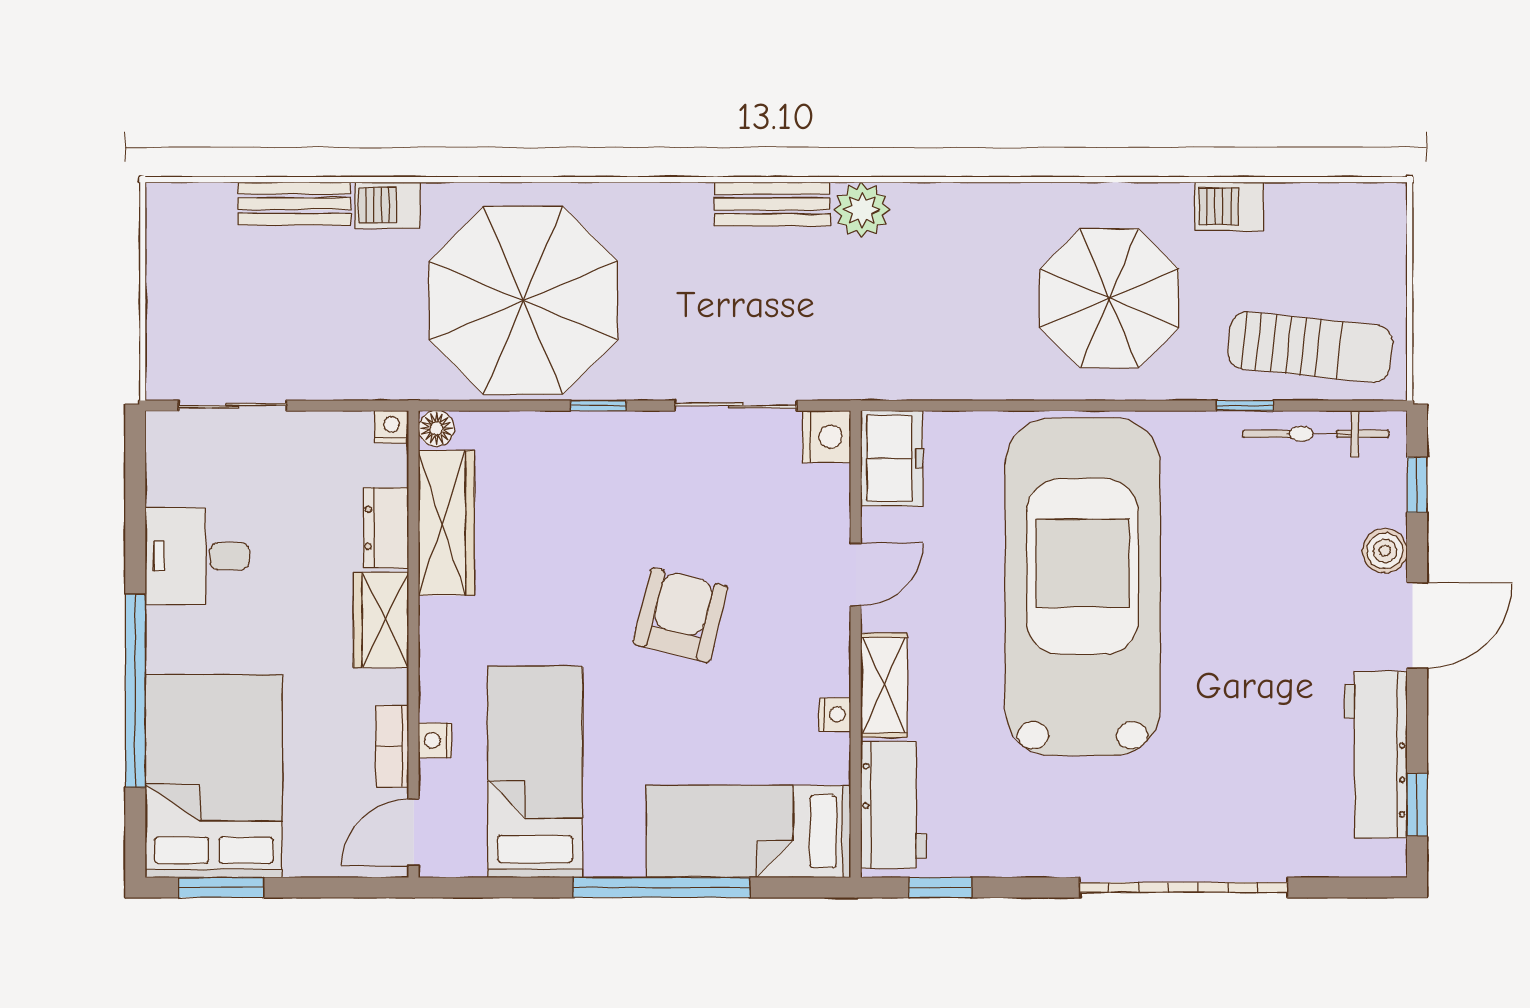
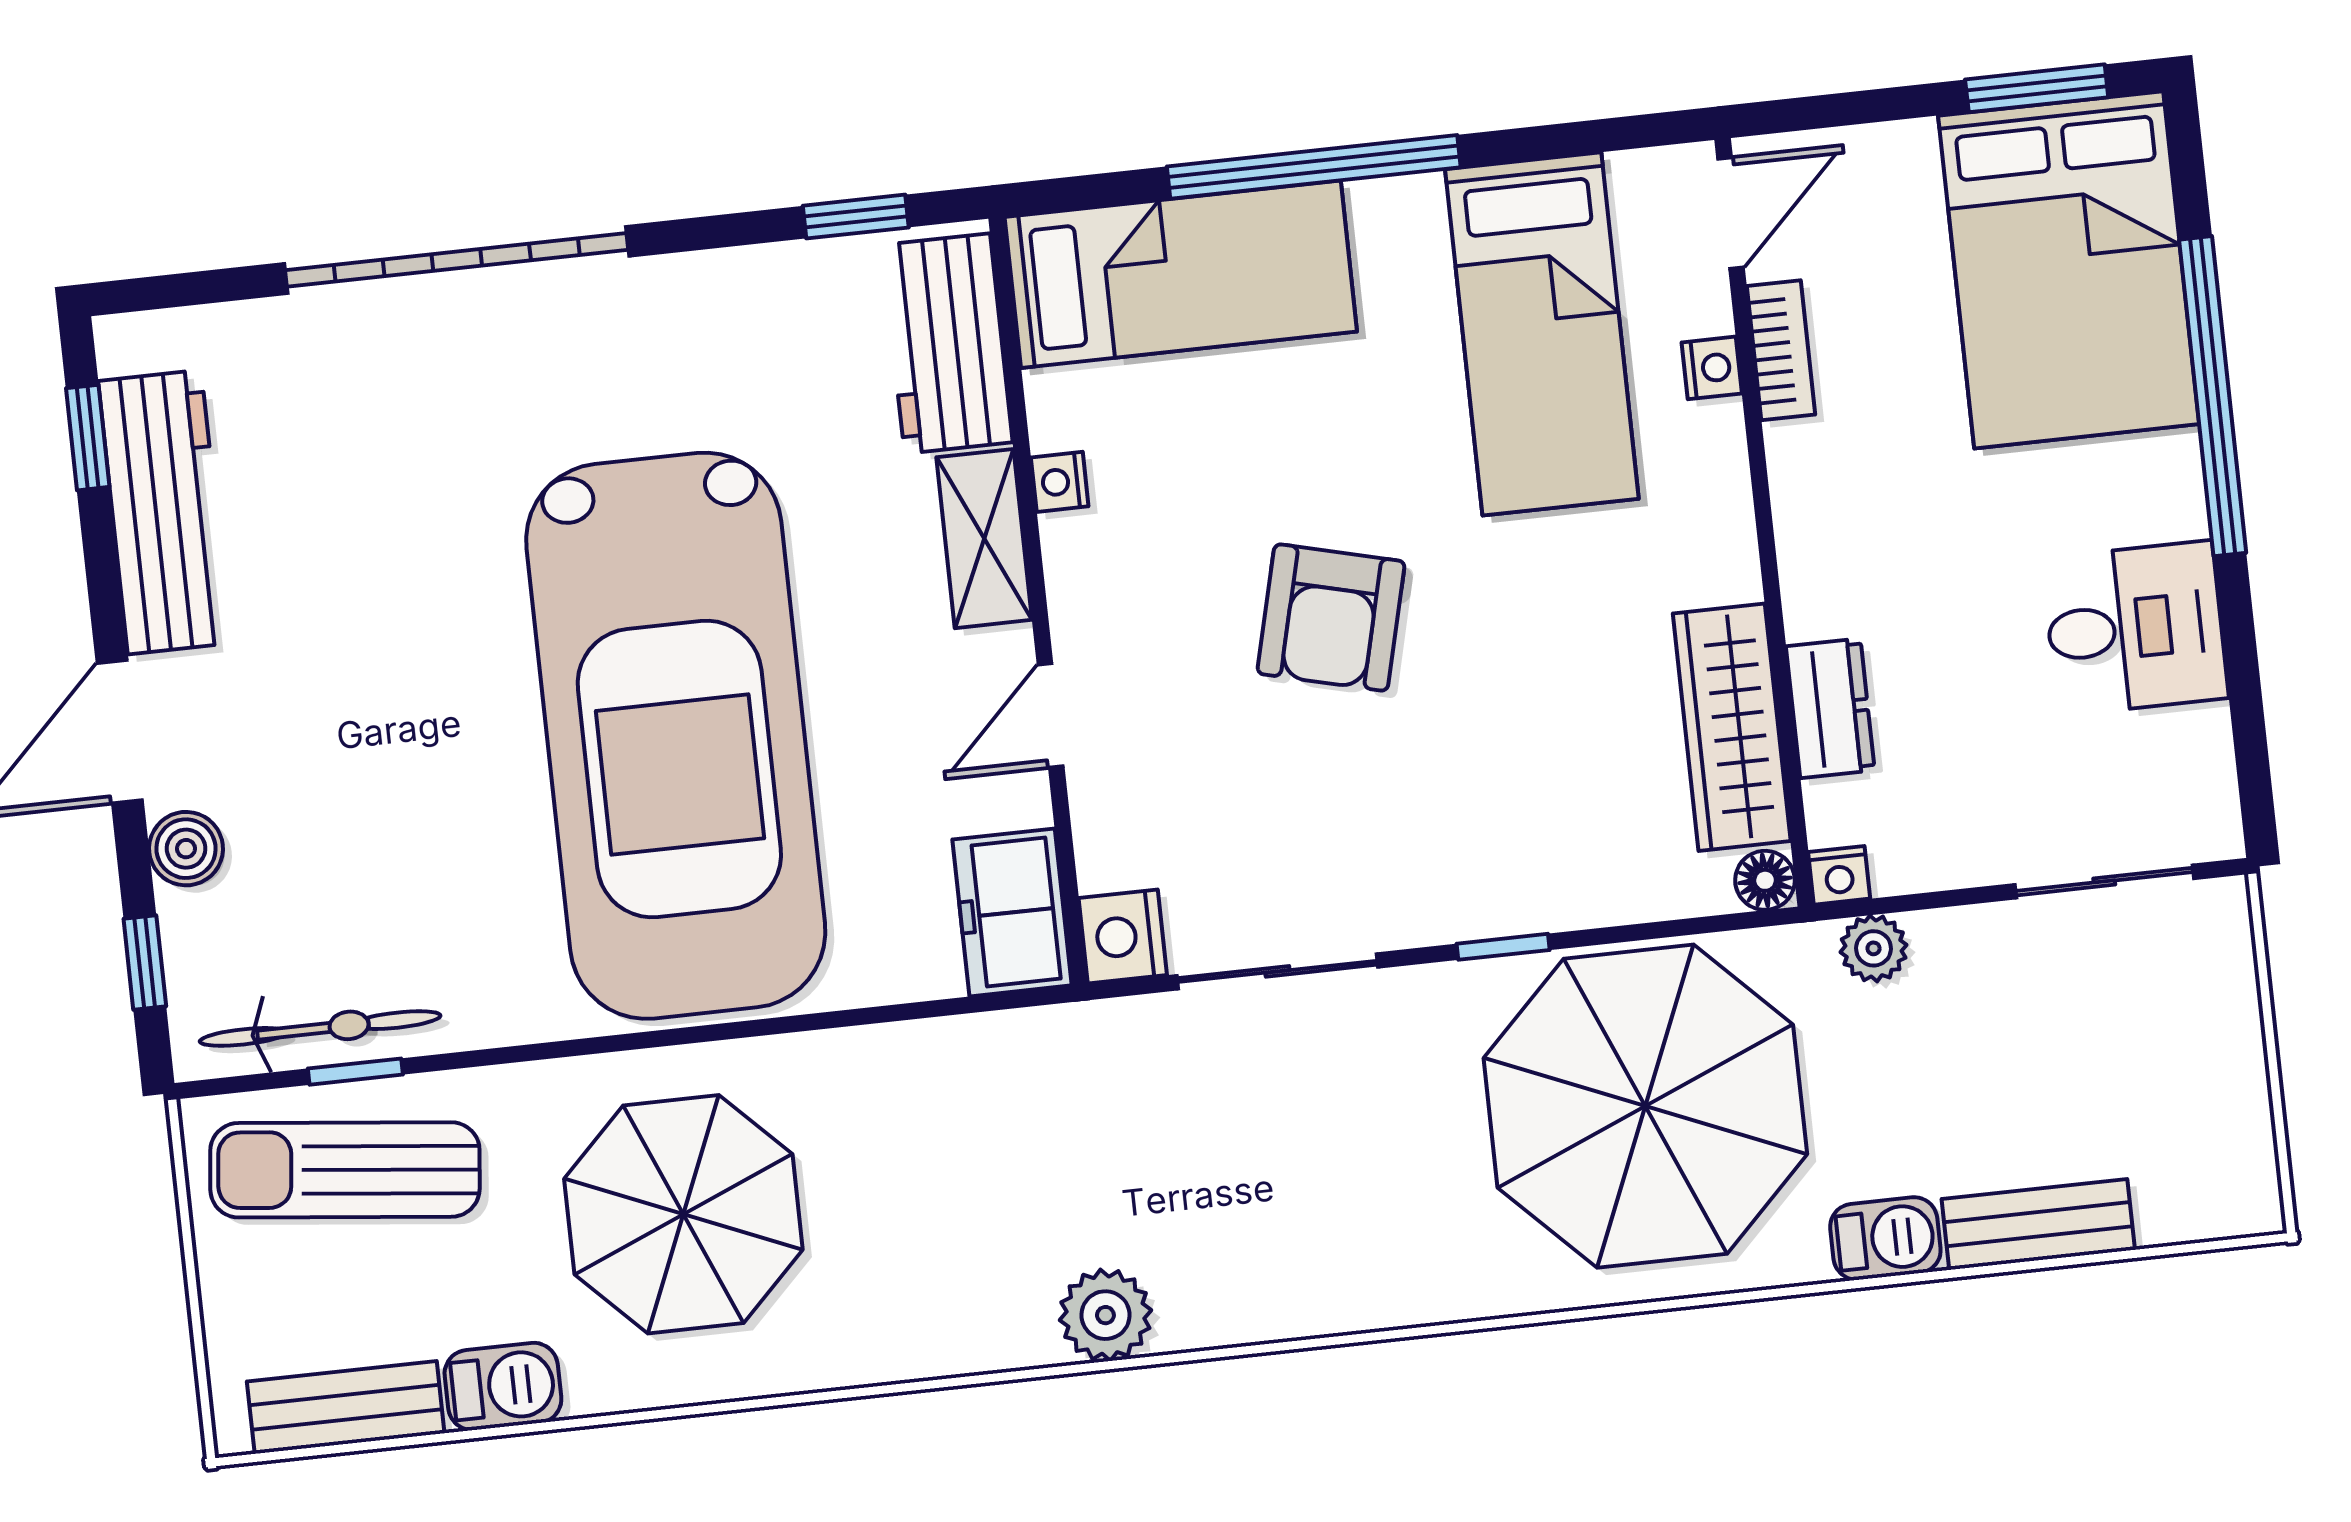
bench: (772, 204) -> (346, 1407), moved
plant: (376, 380) -> (1874, 948), added
window: (1245, 406) -> (355, 1072), moved
wardrobe: (381, 620) -> (1822, 557), removed

